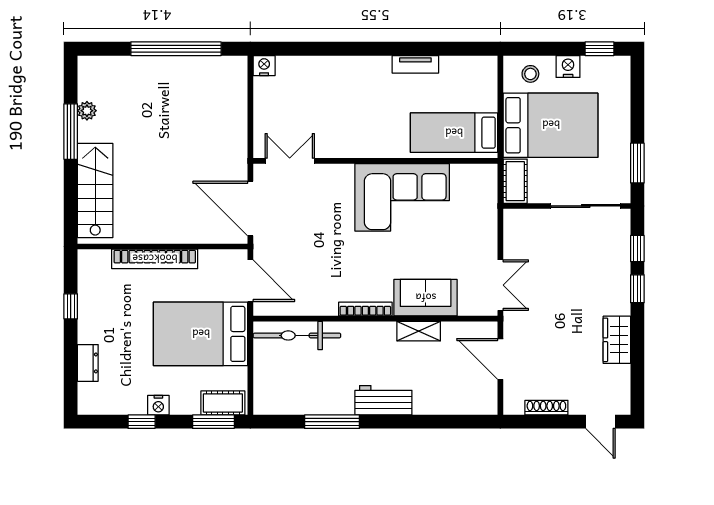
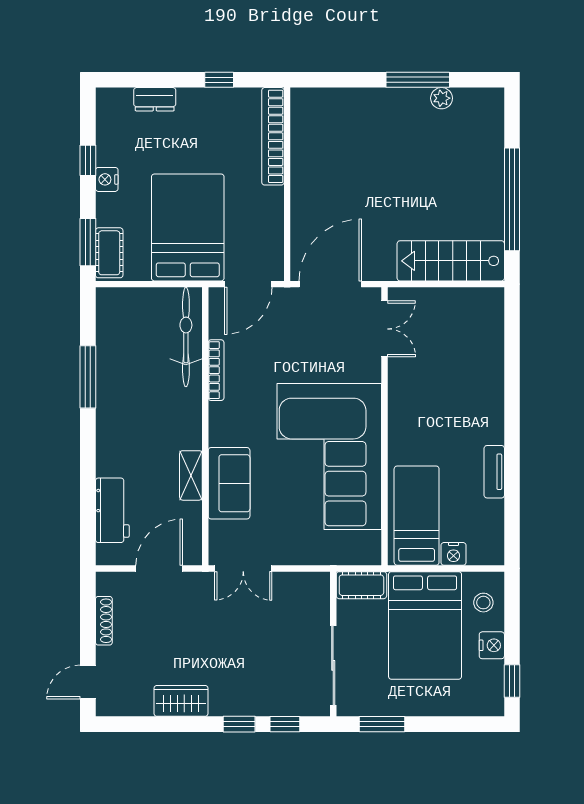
nightstand: (264, 66) -> (454, 554), moved, turned 90
stairs: (95, 190) -> (451, 261), moved, turned 180
corner sofa: (402, 197) -> (329, 457), width x1.36, depth x1.36
bookcase: (155, 259) -> (273, 136), moved
bookcase: (365, 309) -> (216, 370), moved
workbench: (383, 400) -> (112, 510), moved

